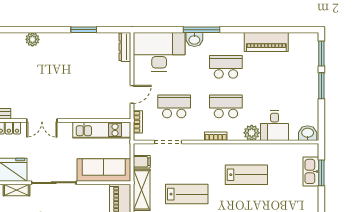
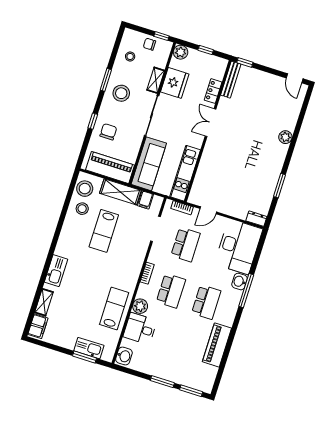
dresser: (125, 47) -> (256, 219), width x0.70
door: (132, 94) -> (208, 210), hinge flipped
lab bench: (246, 175) -> (114, 309), moved, turned 180

